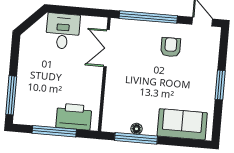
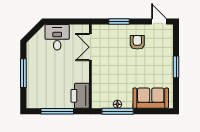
window: (148, 17) -> (119, 22), width x0.47
window: (11, 95) -> (23, 73), moved
printer: (74, 117) -> (80, 96), moved, turned -90

